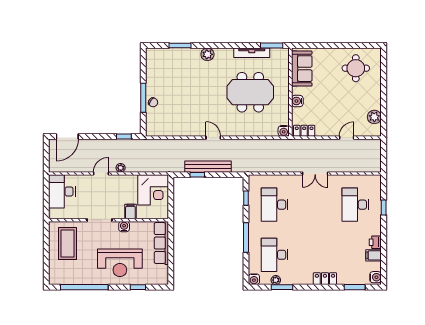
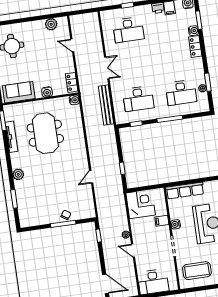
door: (213, 138) -> (91, 177), moved
bench: (208, 167) -> (106, 105), moved
water cooler: (254, 279) -> (193, 31), moved

